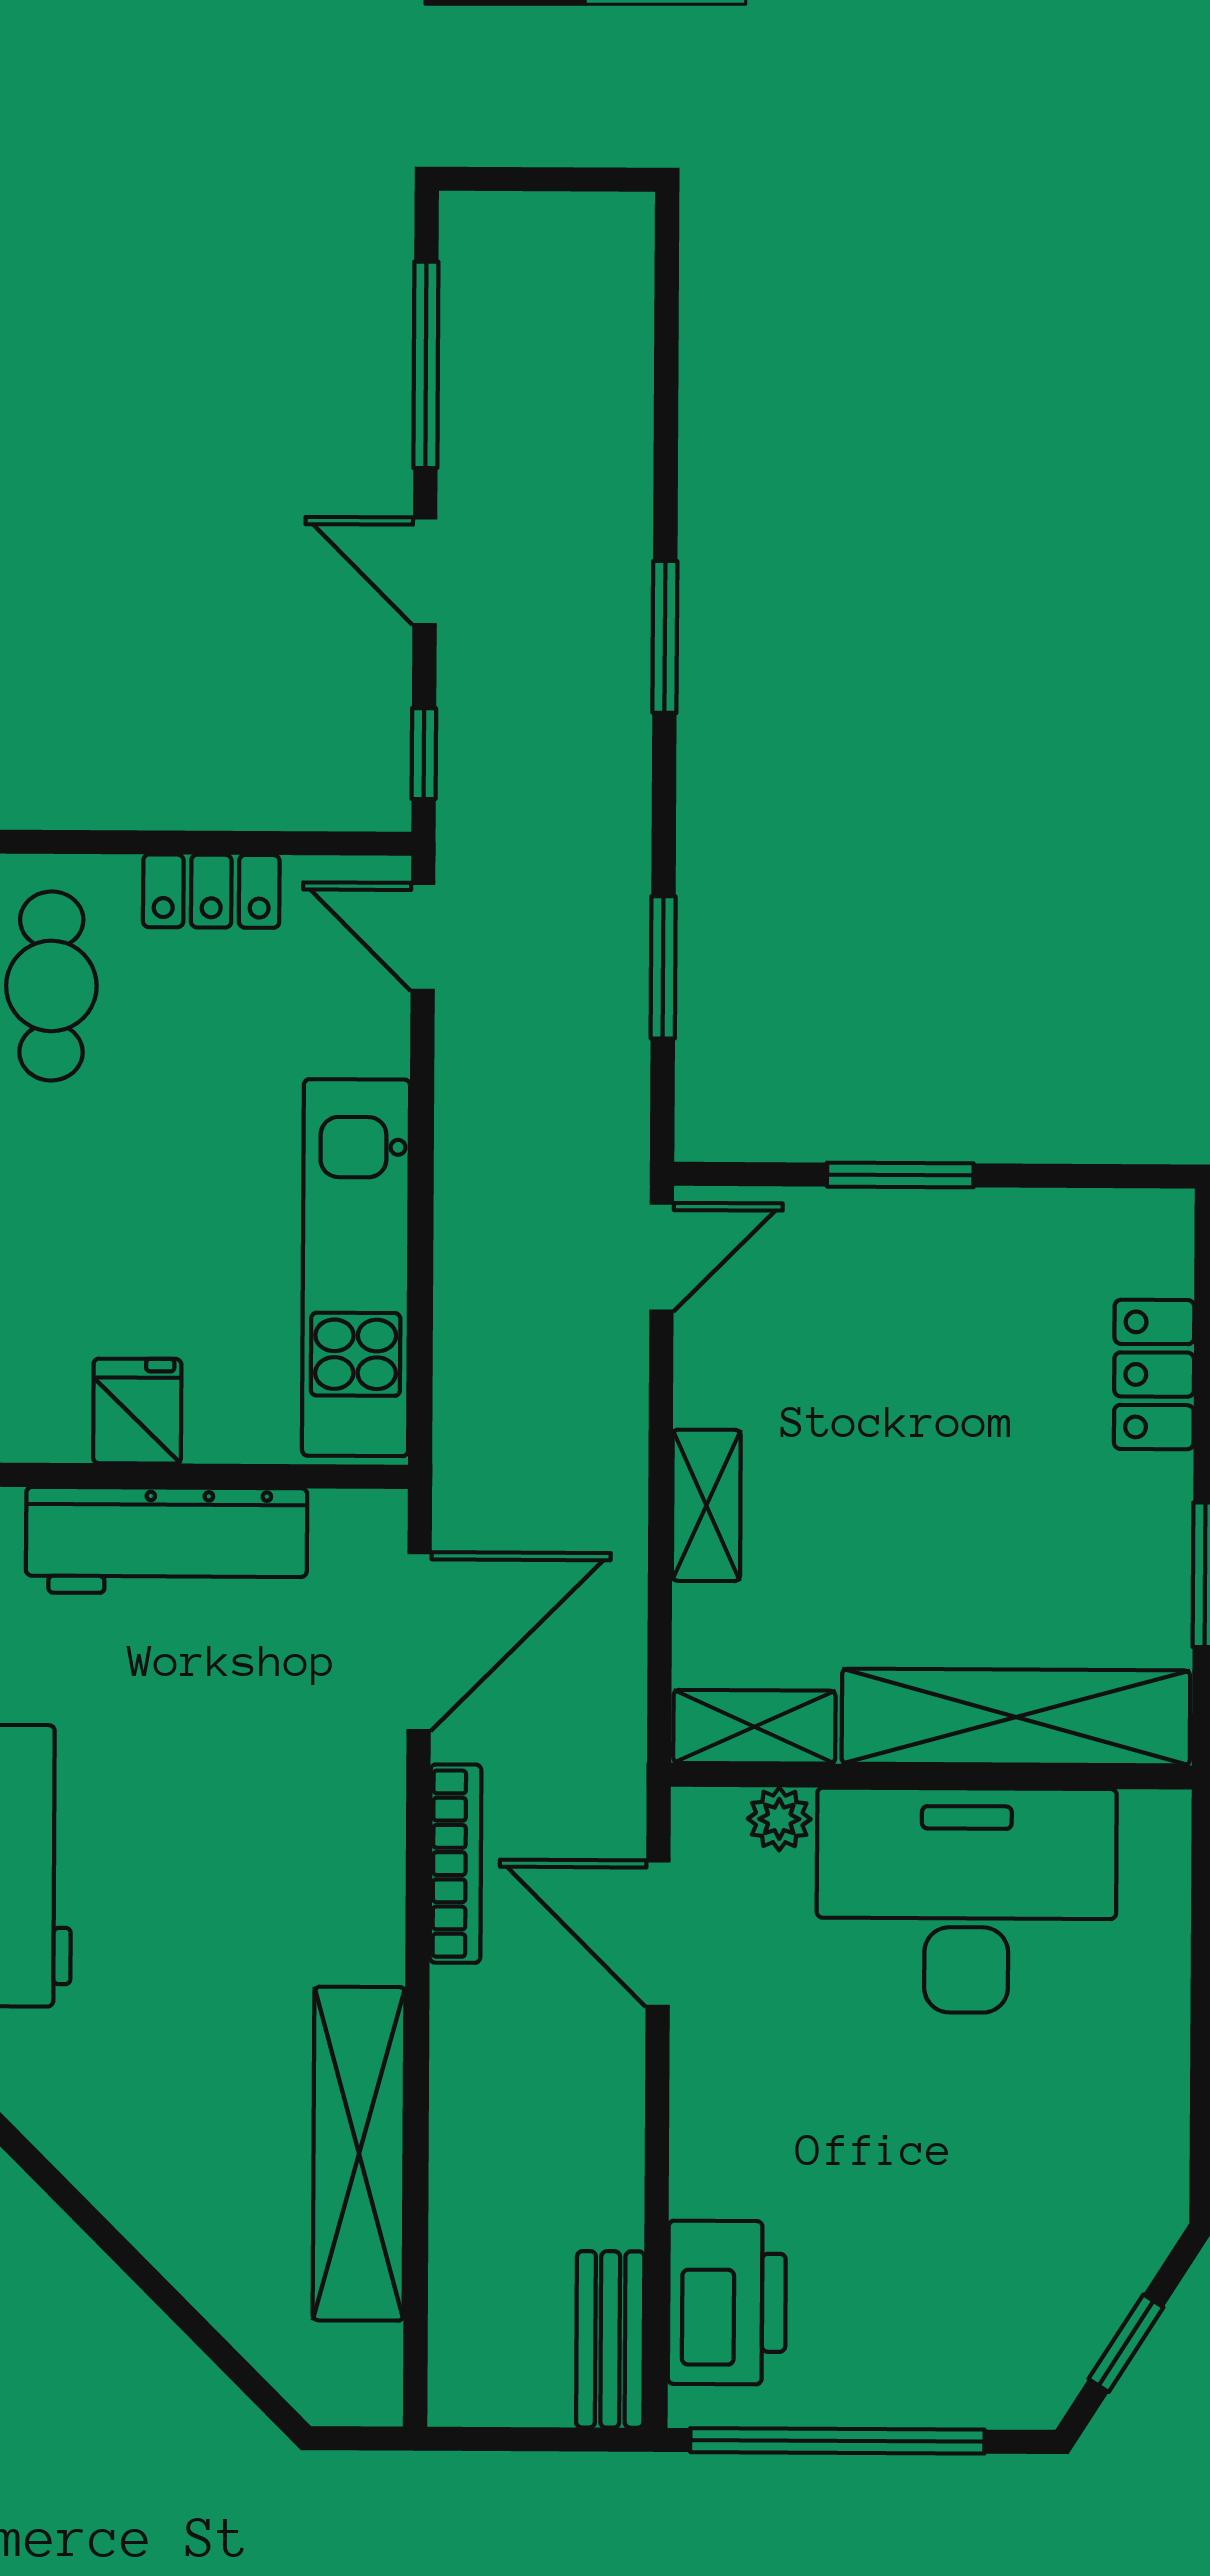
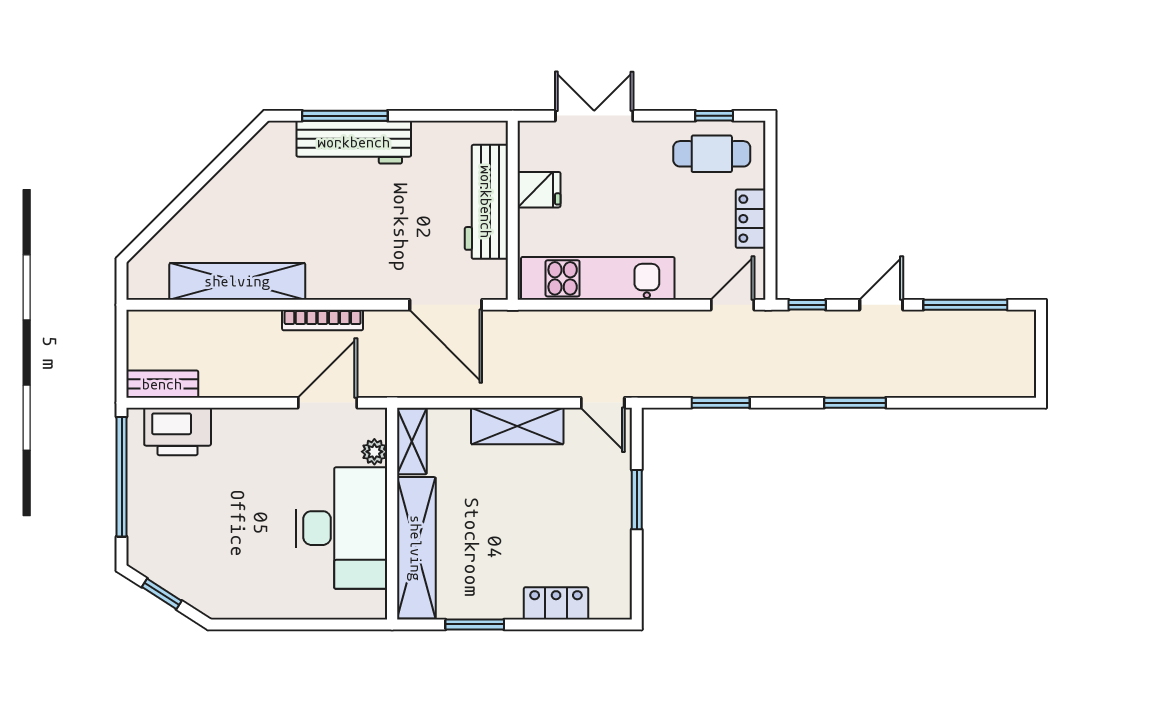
shelving: (706, 1505) -> (517, 426), width x1.50, depth x1.33
bookcase: (455, 1864) -> (323, 320), moved

